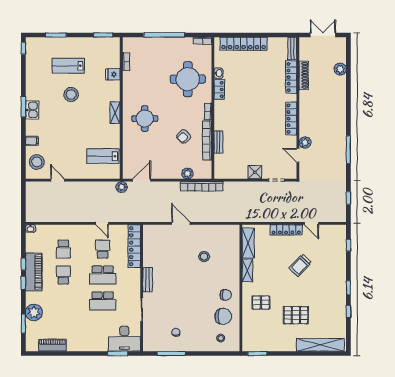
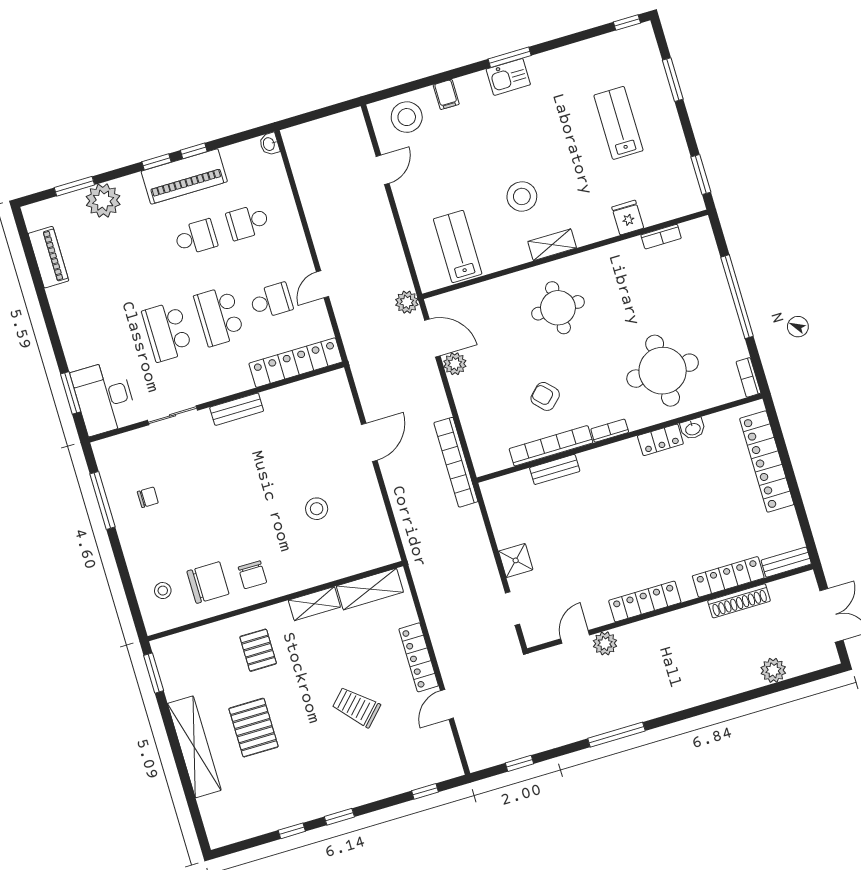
stool: (71, 94) -> (522, 196), moved
plant: (187, 173) -> (455, 364), moved
chair: (223, 316) -> (208, 583), turned -90
shelving: (320, 345) -> (194, 747), moved

